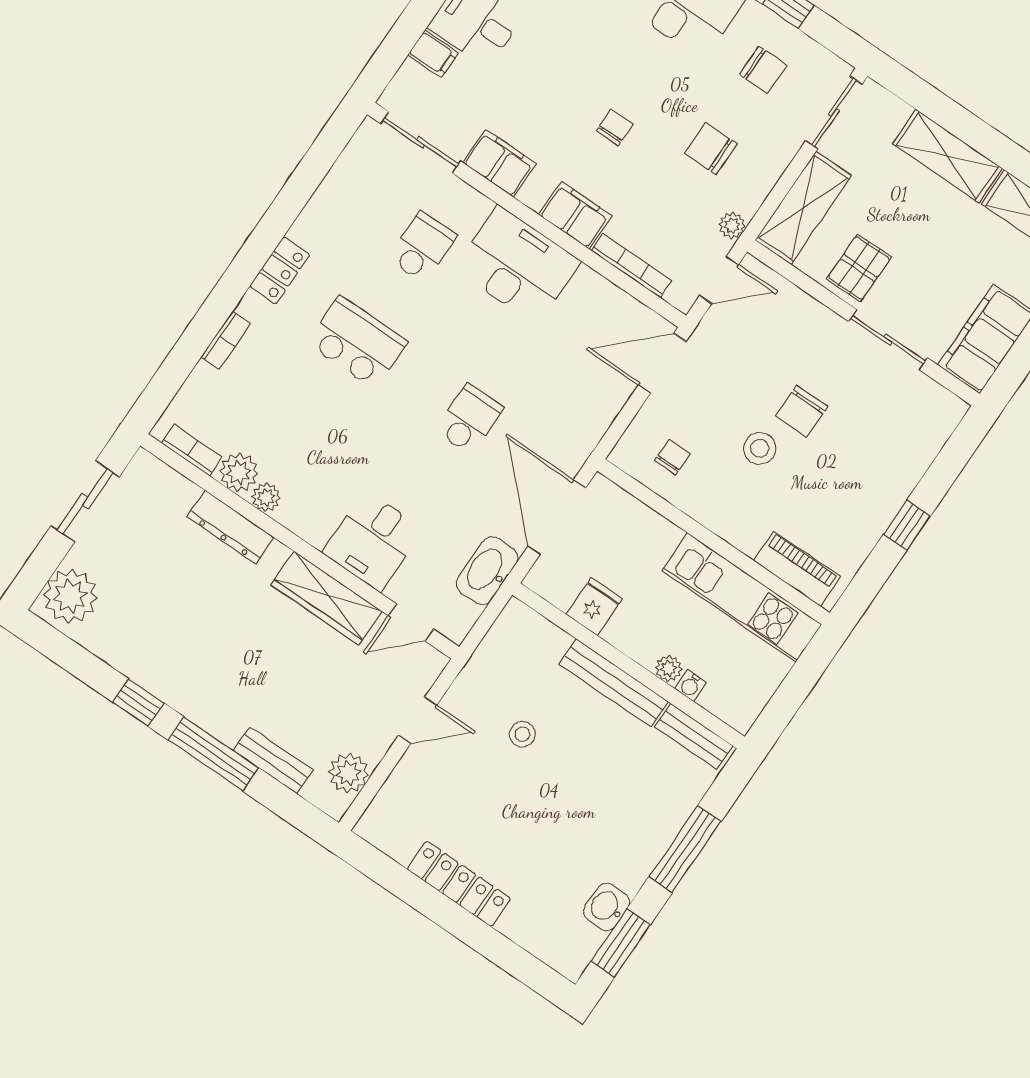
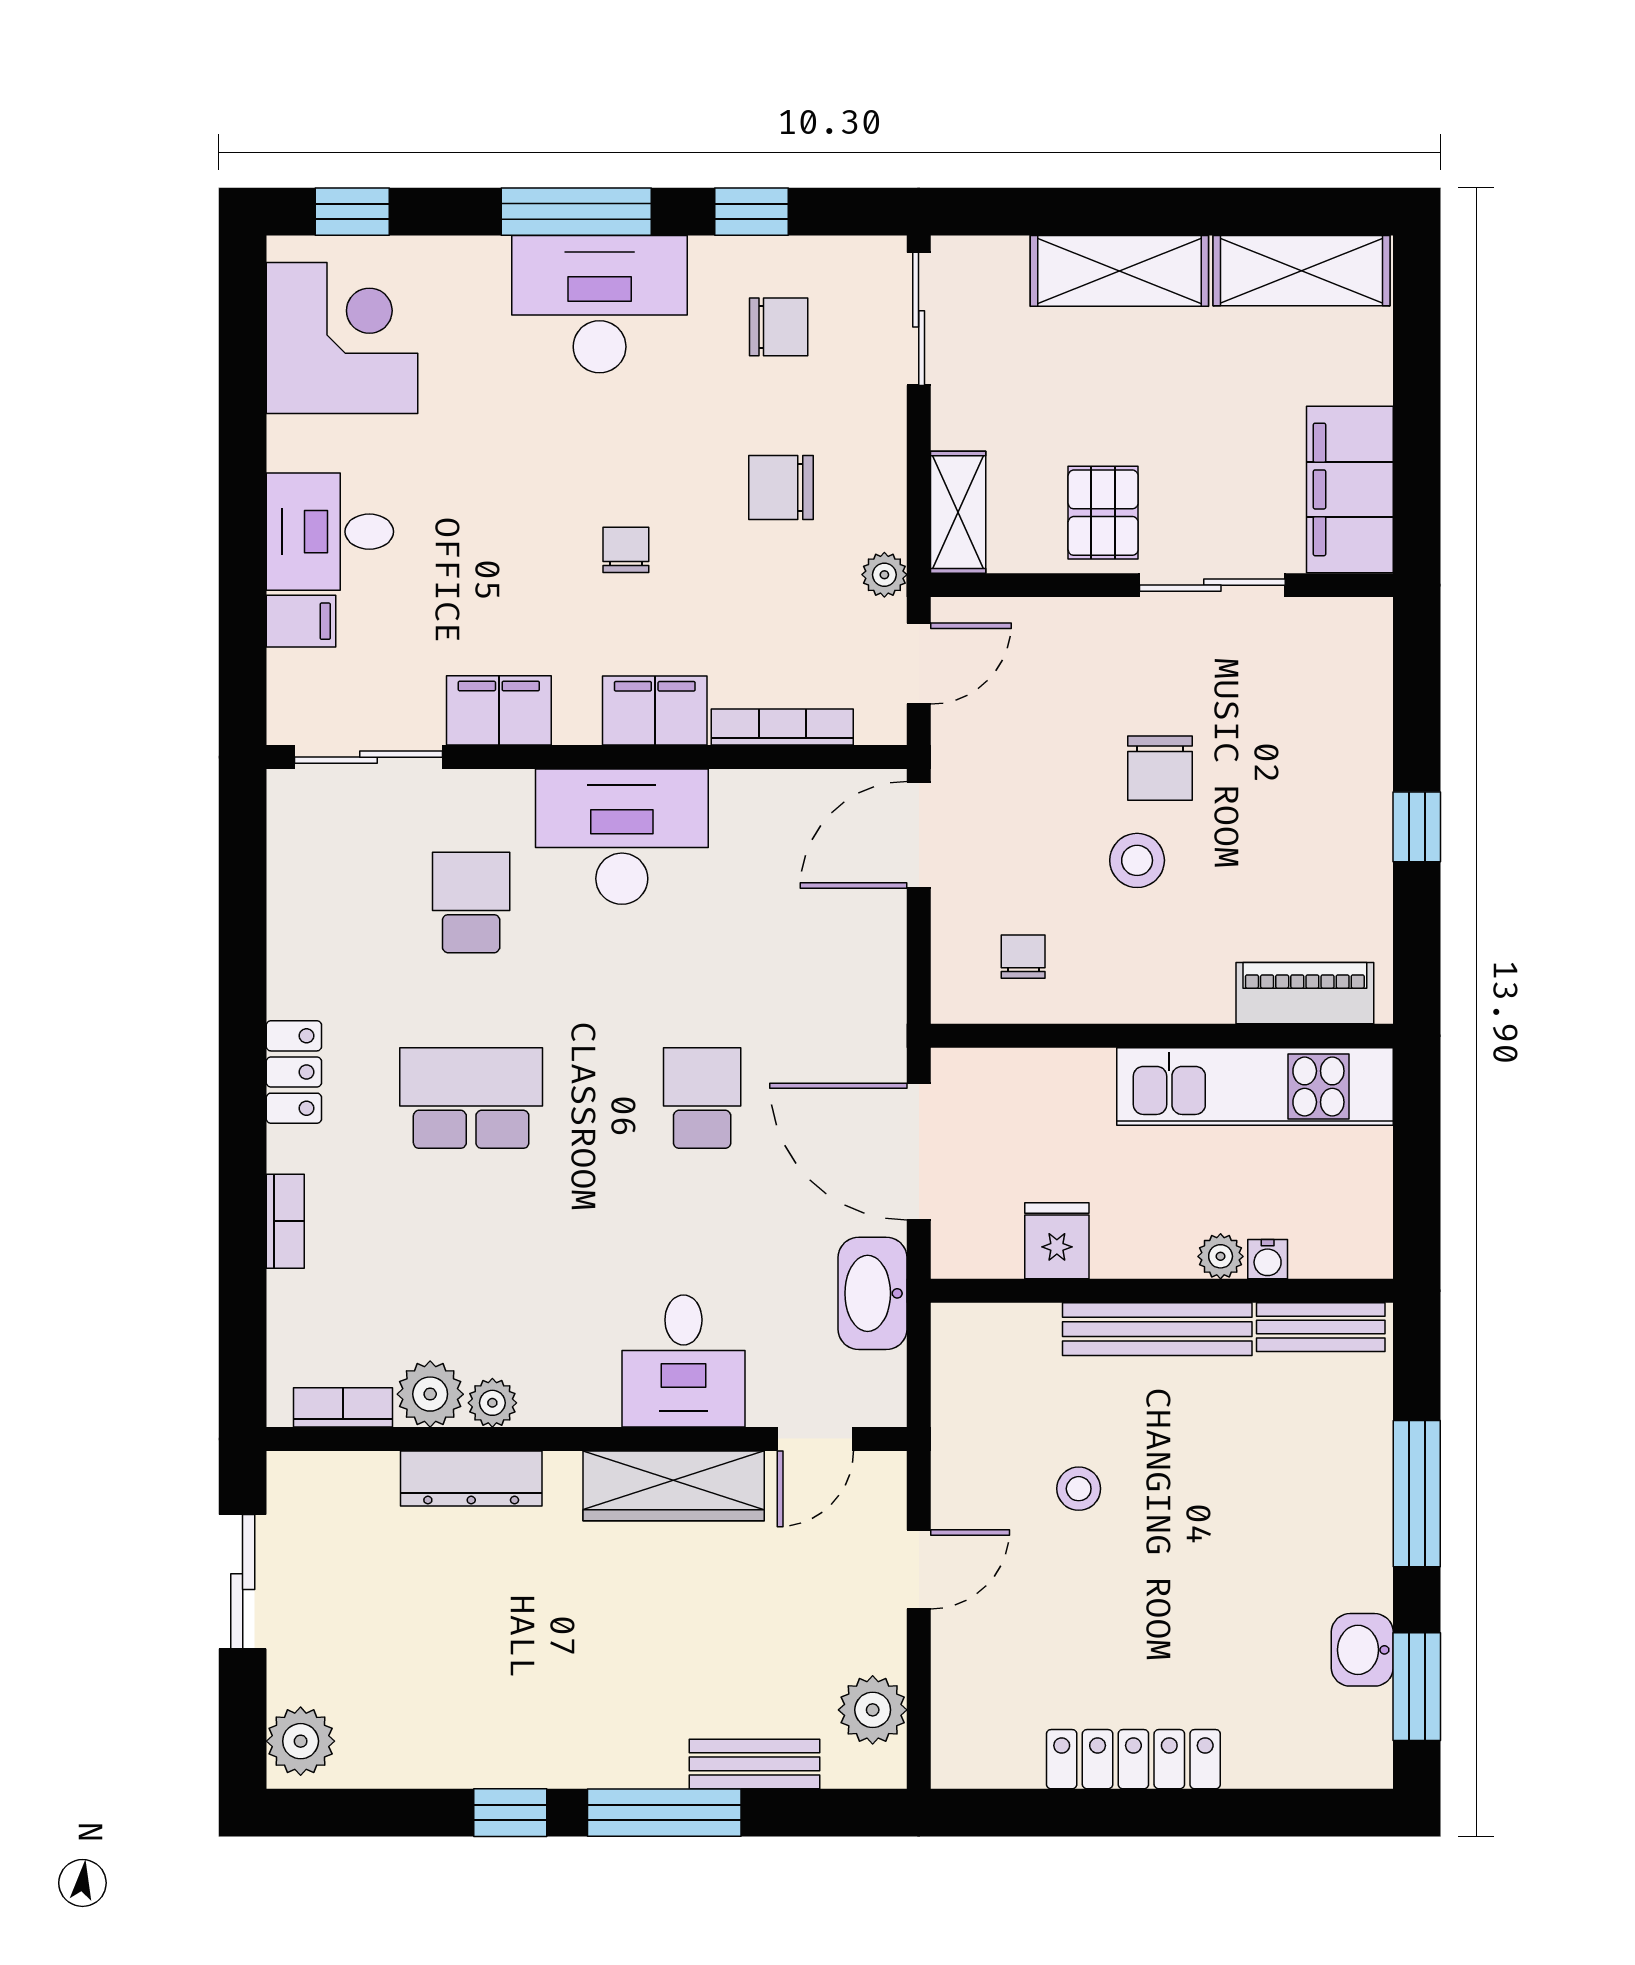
shelving: (803, 208) -> (958, 512), width x0.67, depth x0.75
plant: (70, 596) -> (301, 1741), width x0.73, depth x0.73

